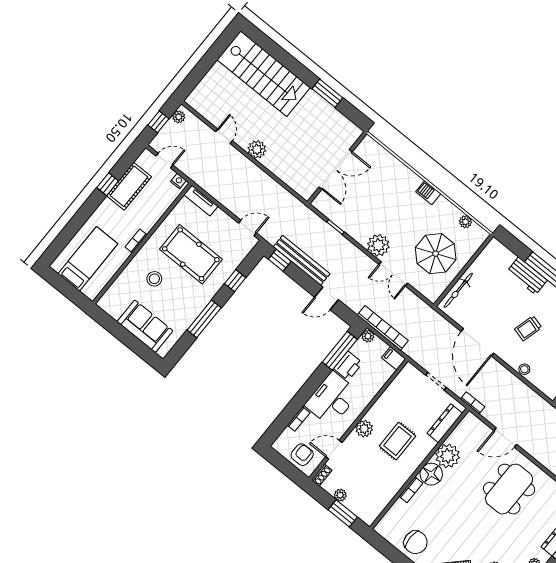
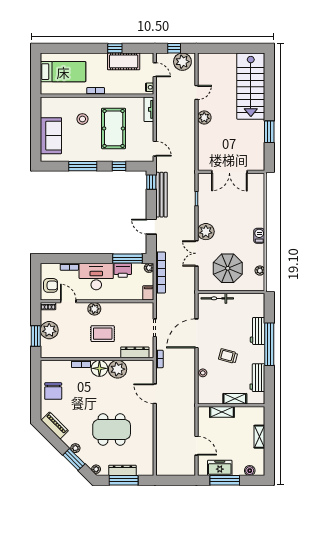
plant: (179, 117) -> (182, 62), width x1.87, depth x1.87
dining table: (509, 489) -> (112, 430), moved
plant: (340, 495) -> (49, 330), width x1.87, depth x1.87

